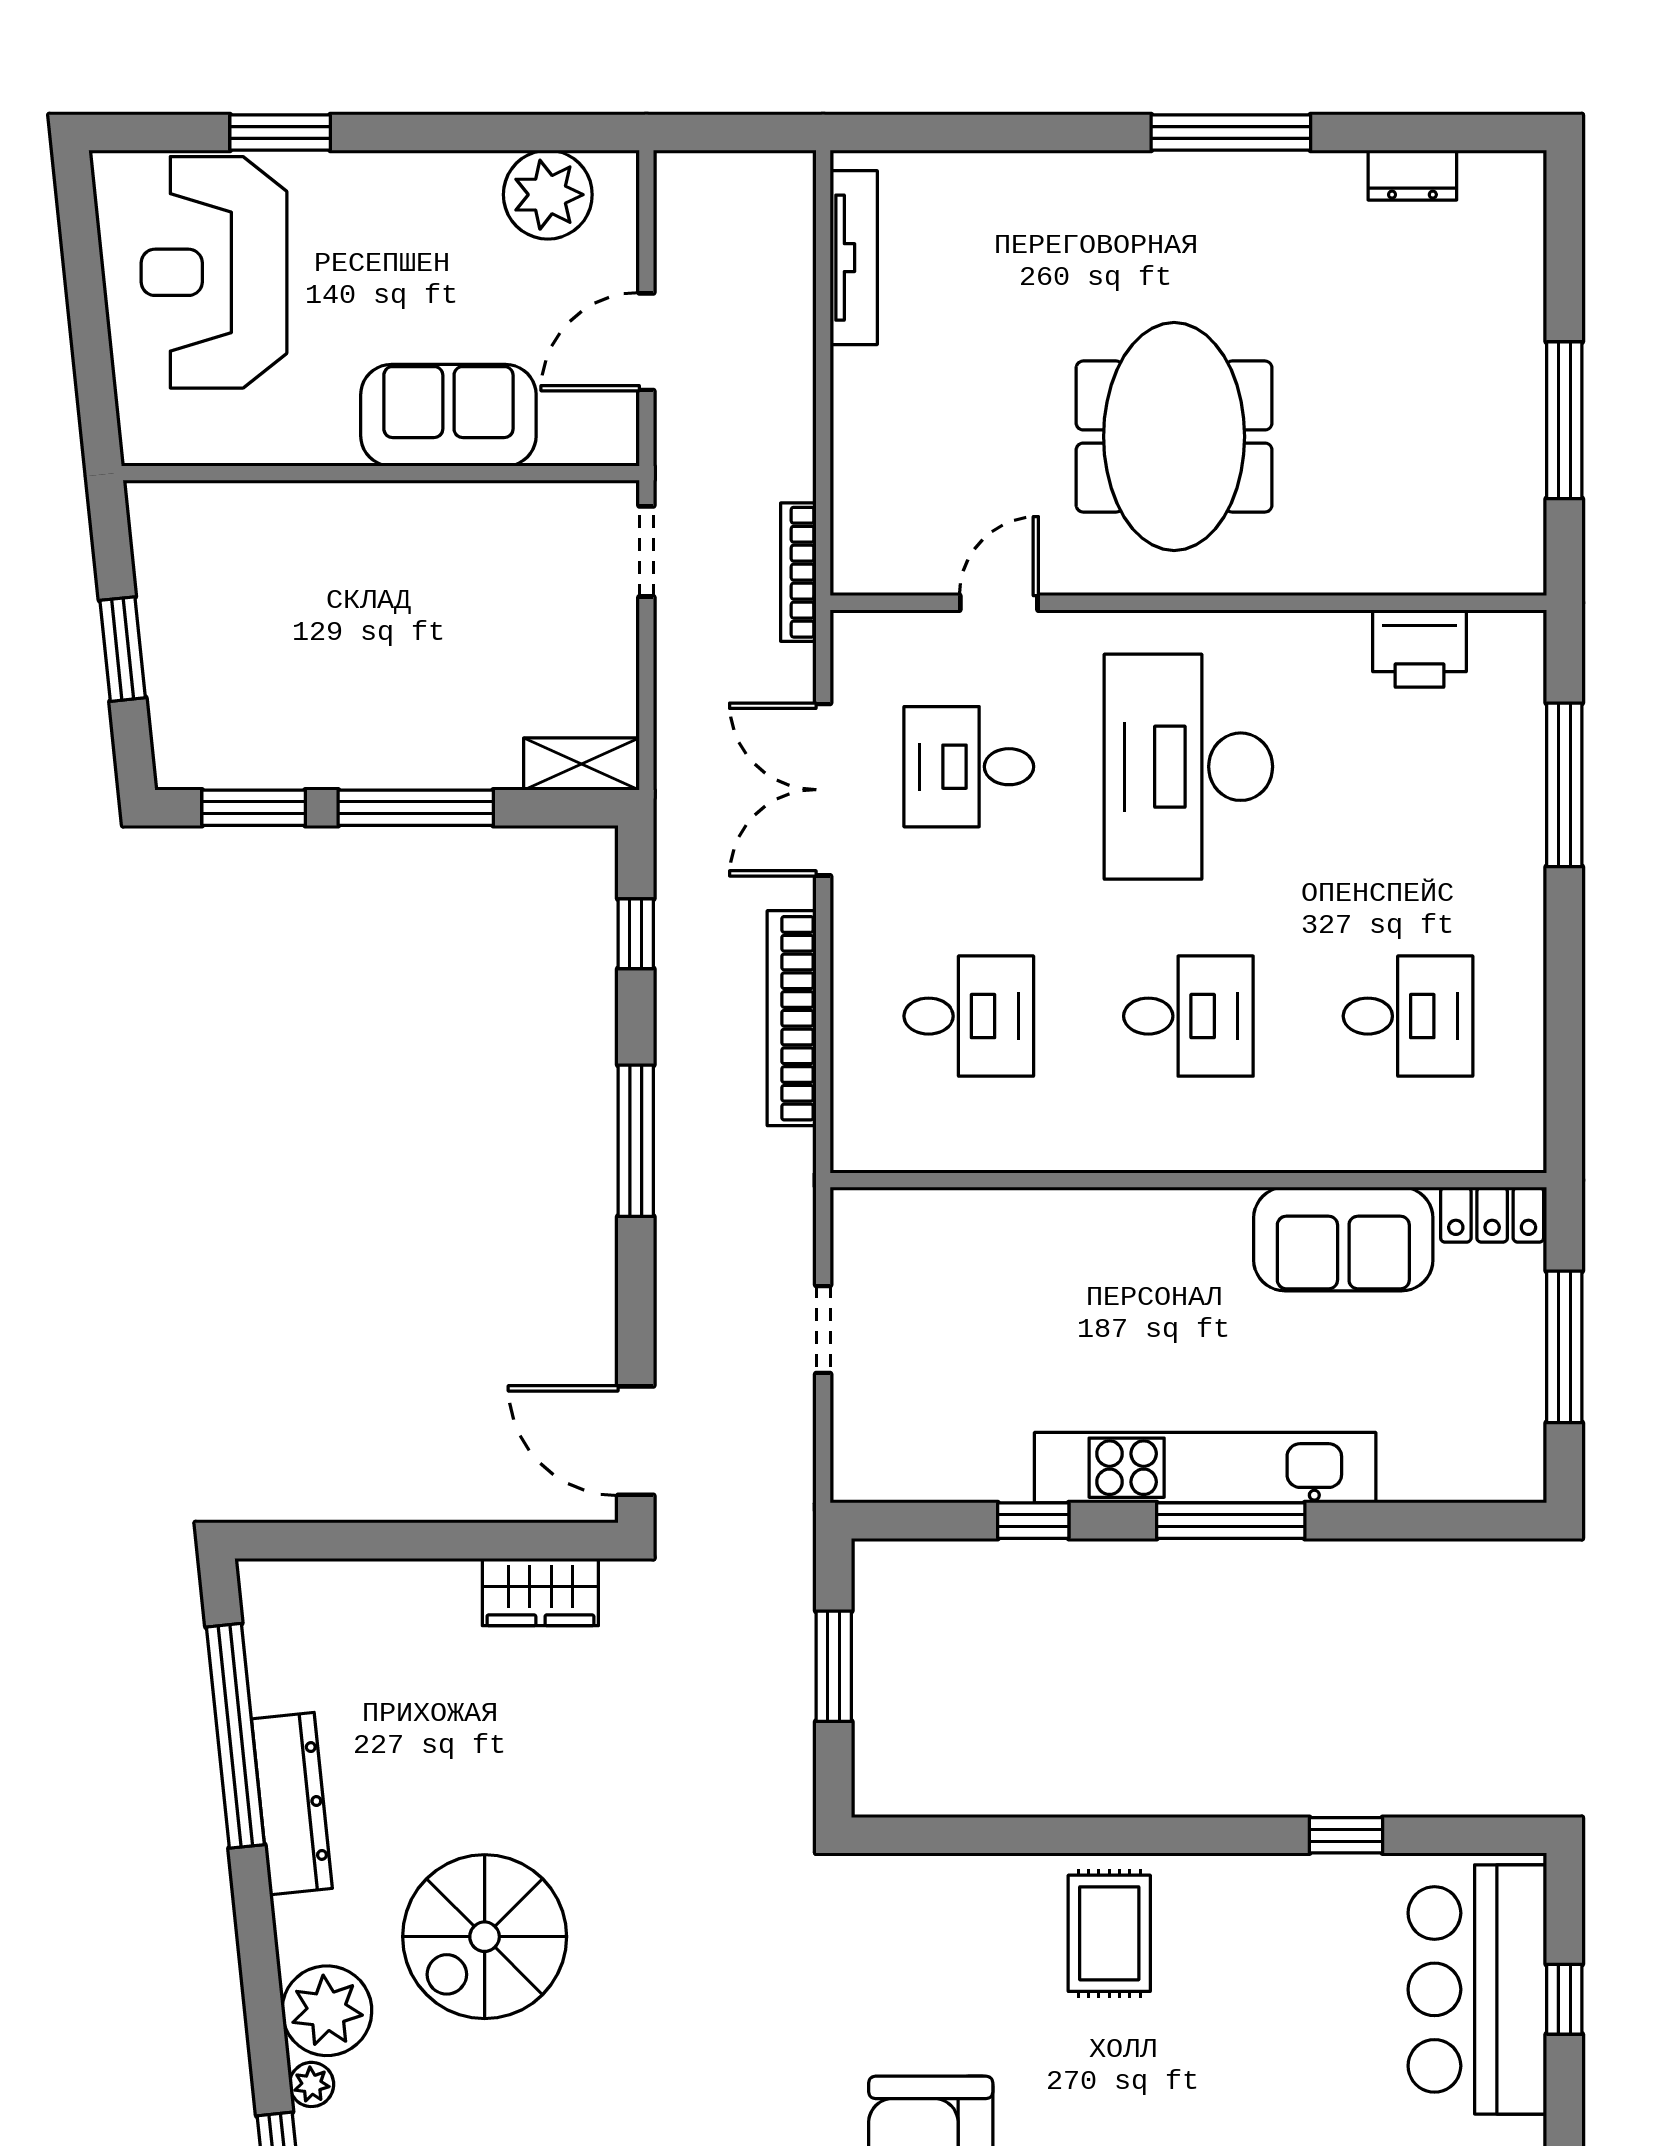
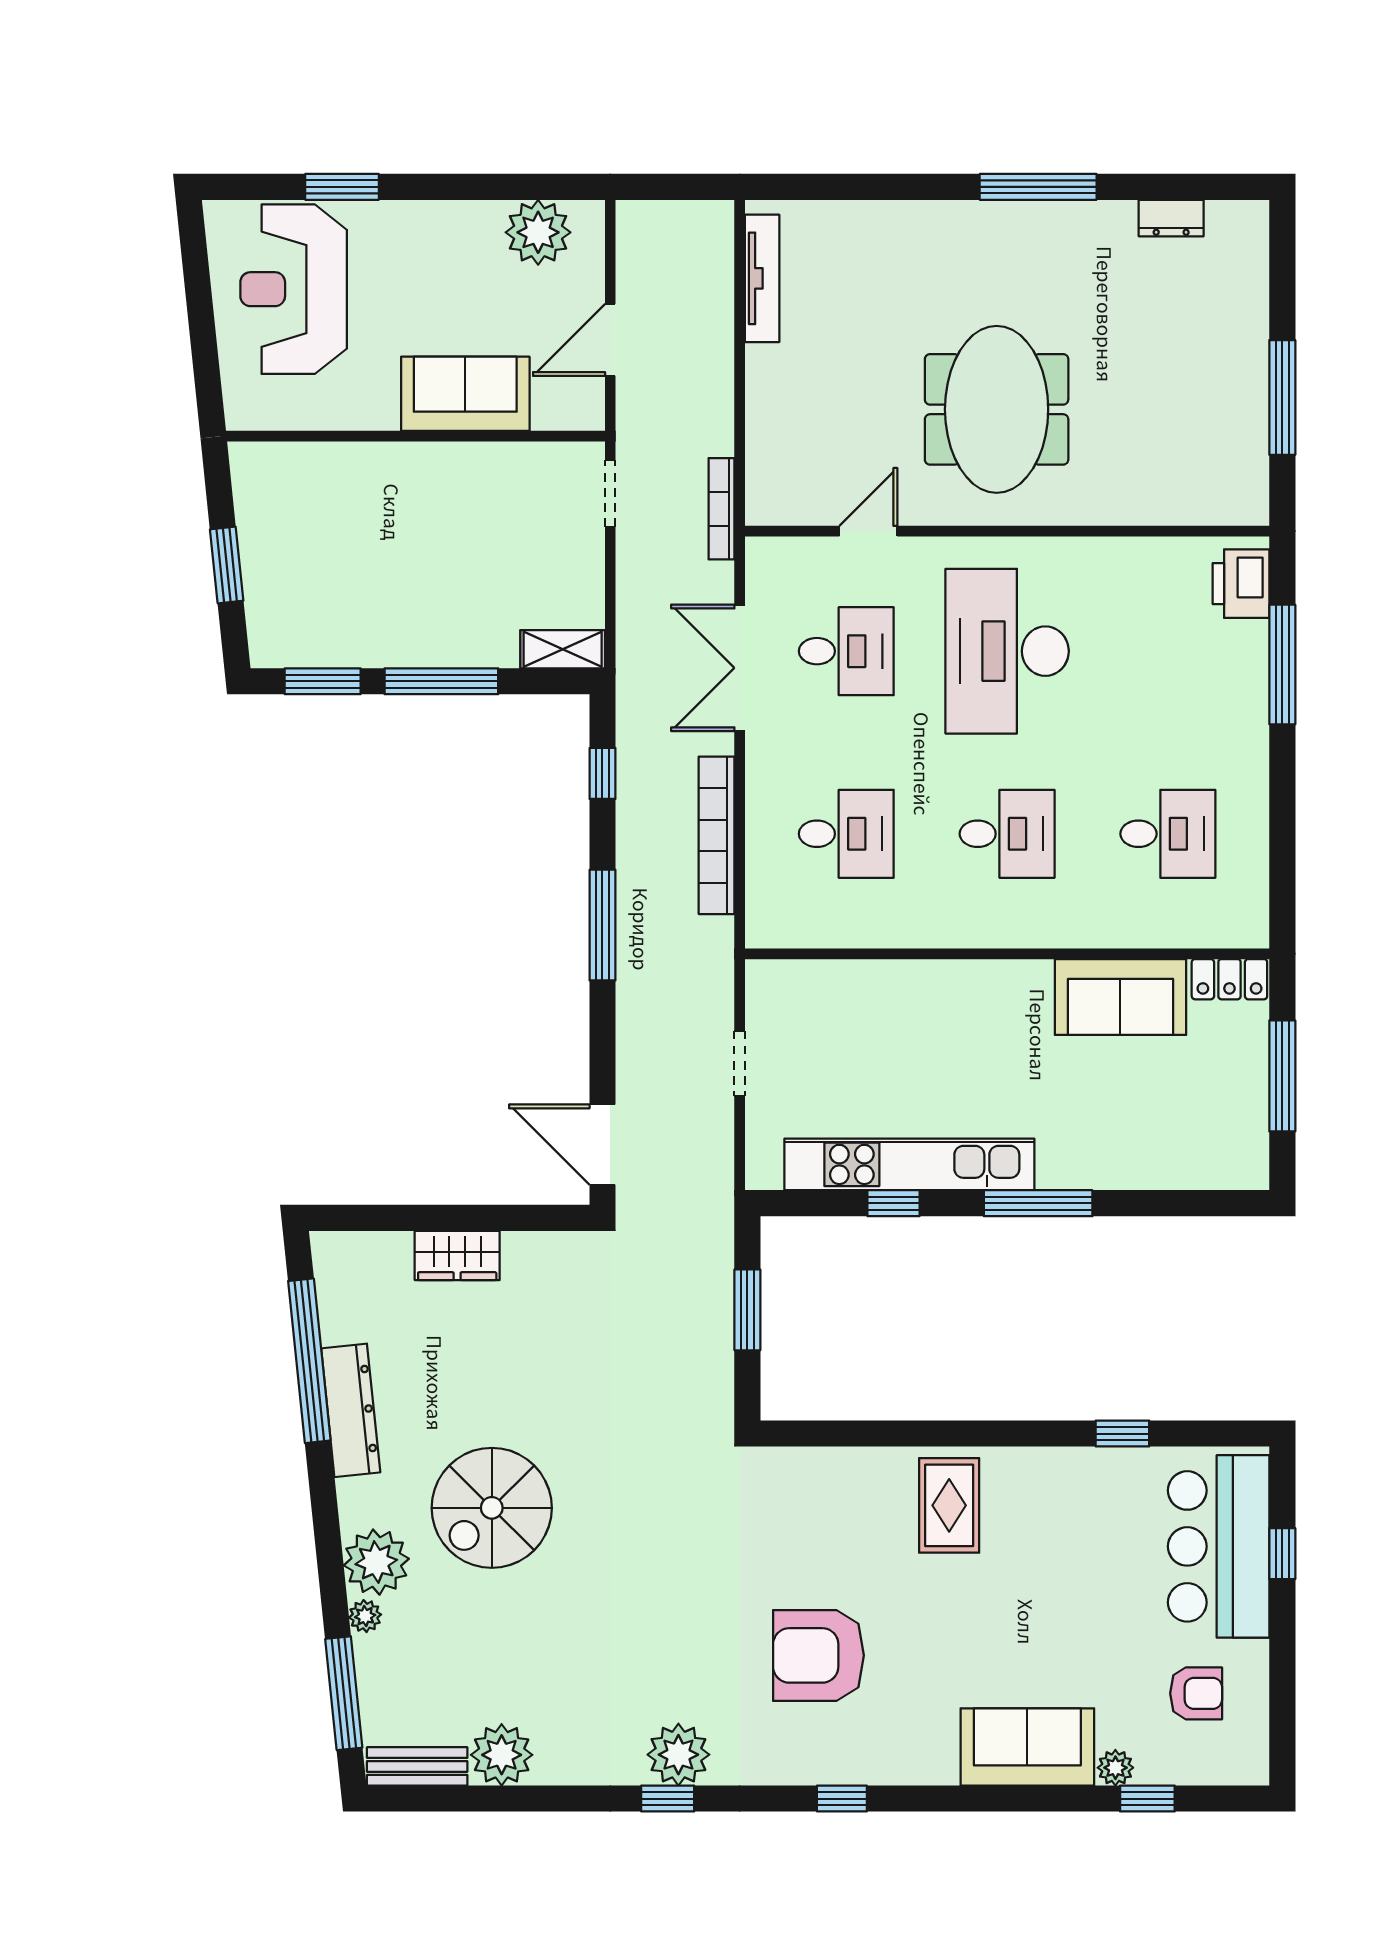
printer: (1420, 648) -> (1241, 584), moved, turned 90
desk: (969, 767) -> (846, 651), turned 180
kitchen unit: (1205, 1468) -> (909, 1164), moved
wardrobe: (540, 1592) -> (457, 1255), moved

